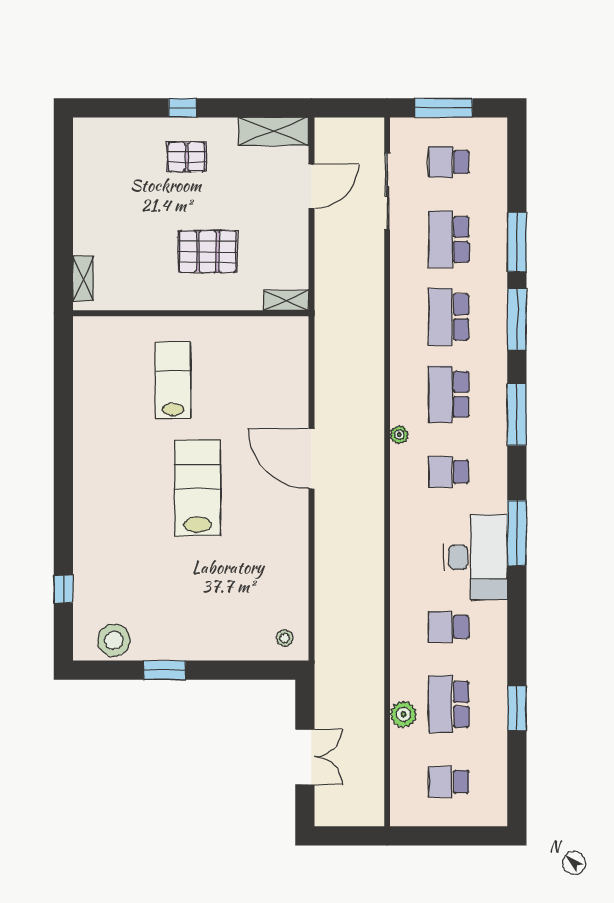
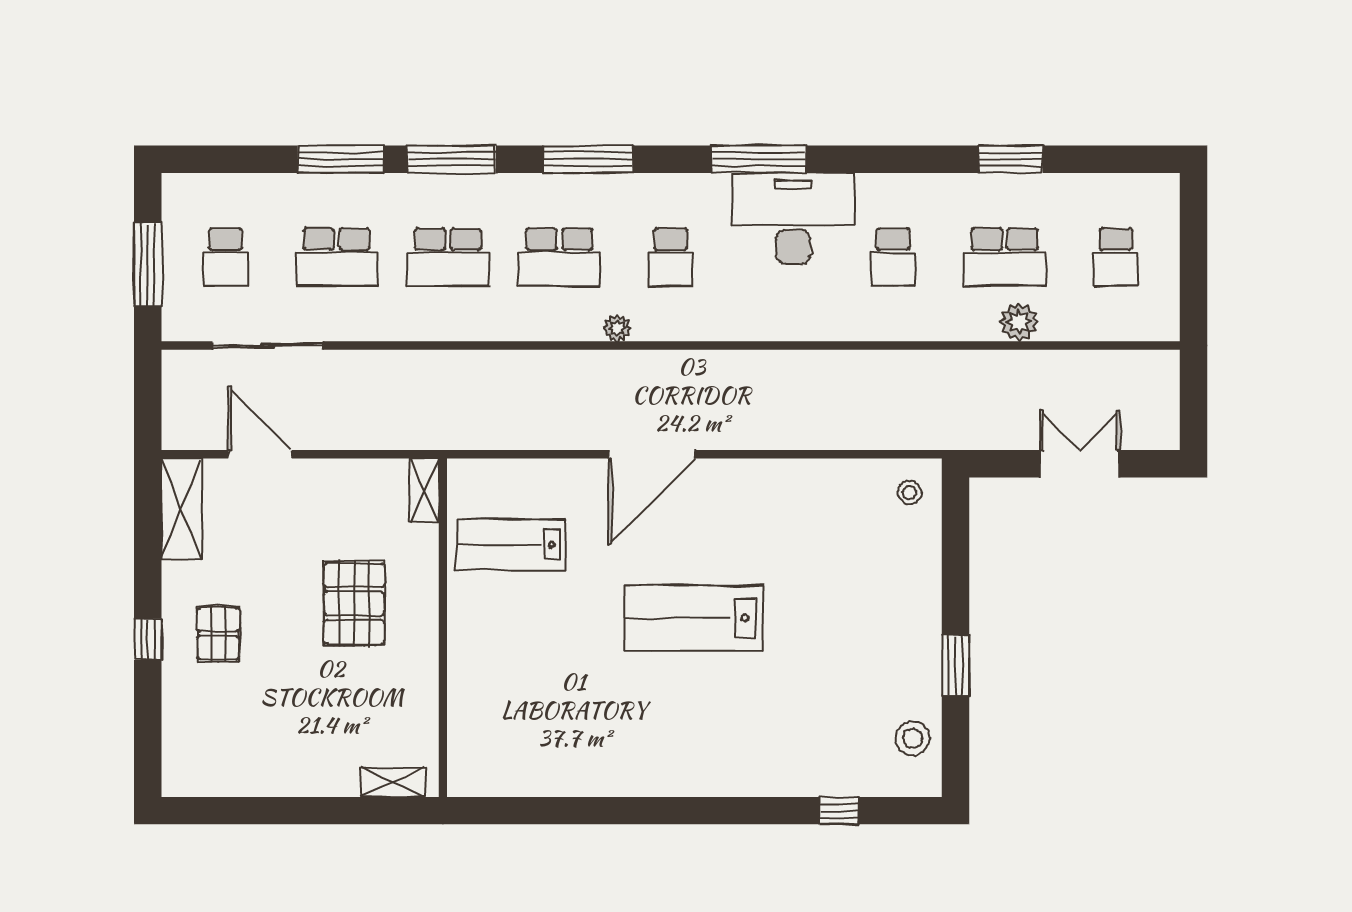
lab bench: (173, 380) -> (511, 545), moved
stool: (114, 640) -> (913, 738), width x0.73, depth x0.73

